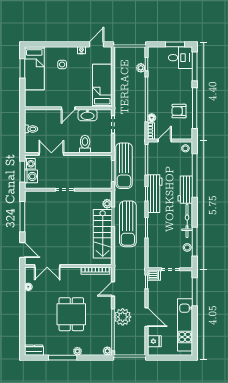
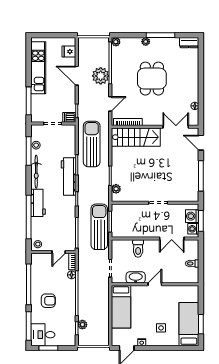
armchair: (179, 111) -> (48, 301), moved
workbench: (155, 194) -> (69, 177), moved
sun lounger: (128, 224) -> (92, 144), moved
stairs: (103, 234) -> (136, 137), moved, turned 90

